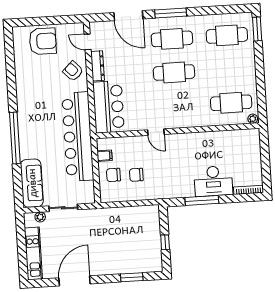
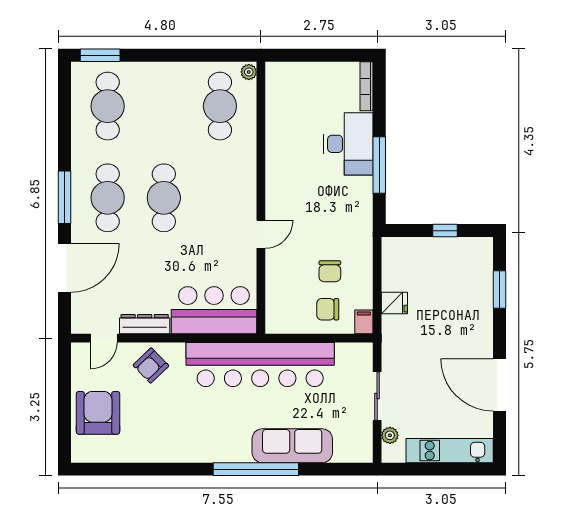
filing cabinet: (105, 156) -> (364, 322), moved
chair: (113, 175) -> (328, 309), turned 90
sofa: (32, 183) -> (292, 446), moved
fridge: (120, 215) -> (394, 303), added

